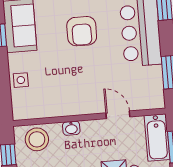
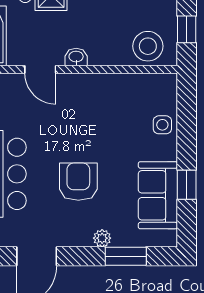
washbasin: (71, 128) -> (76, 57), moved

